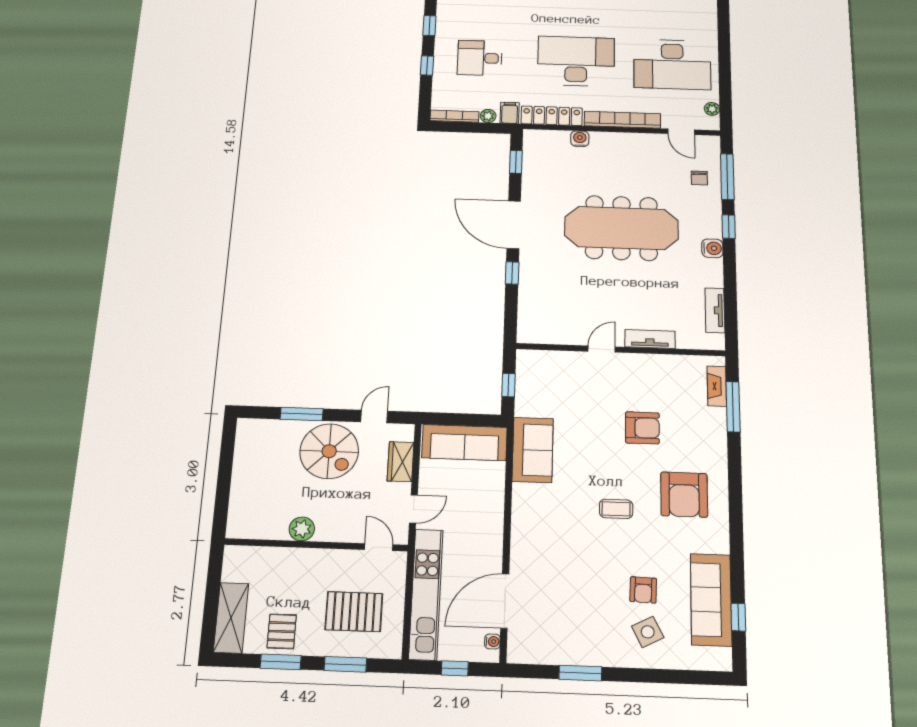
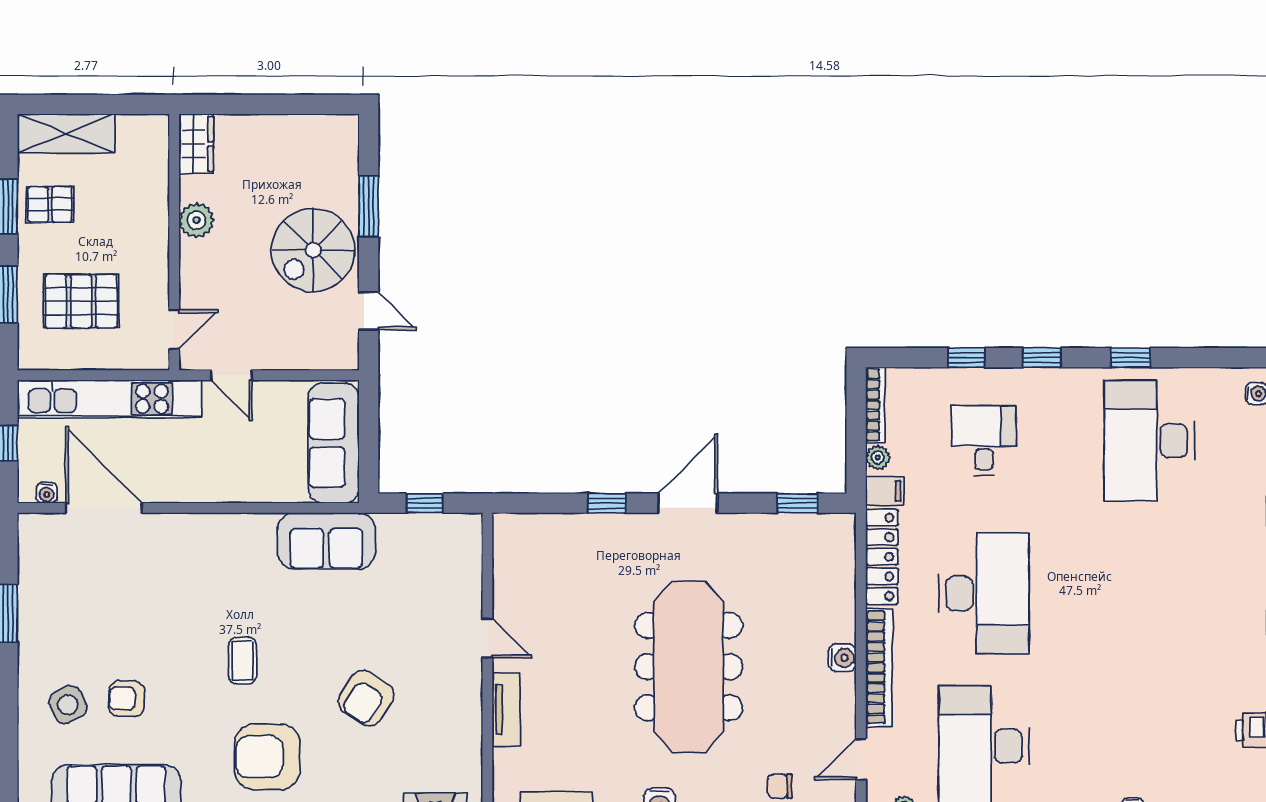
water cooler: (580, 139) -> (842, 658), moved
door: (514, 225) -> (688, 503), width x0.73
armchair: (642, 428) -> (366, 698), turned 33
wardrobe: (401, 462) -> (196, 144), moved, turned 90
pallet: (354, 612) -> (81, 301), turned 90

